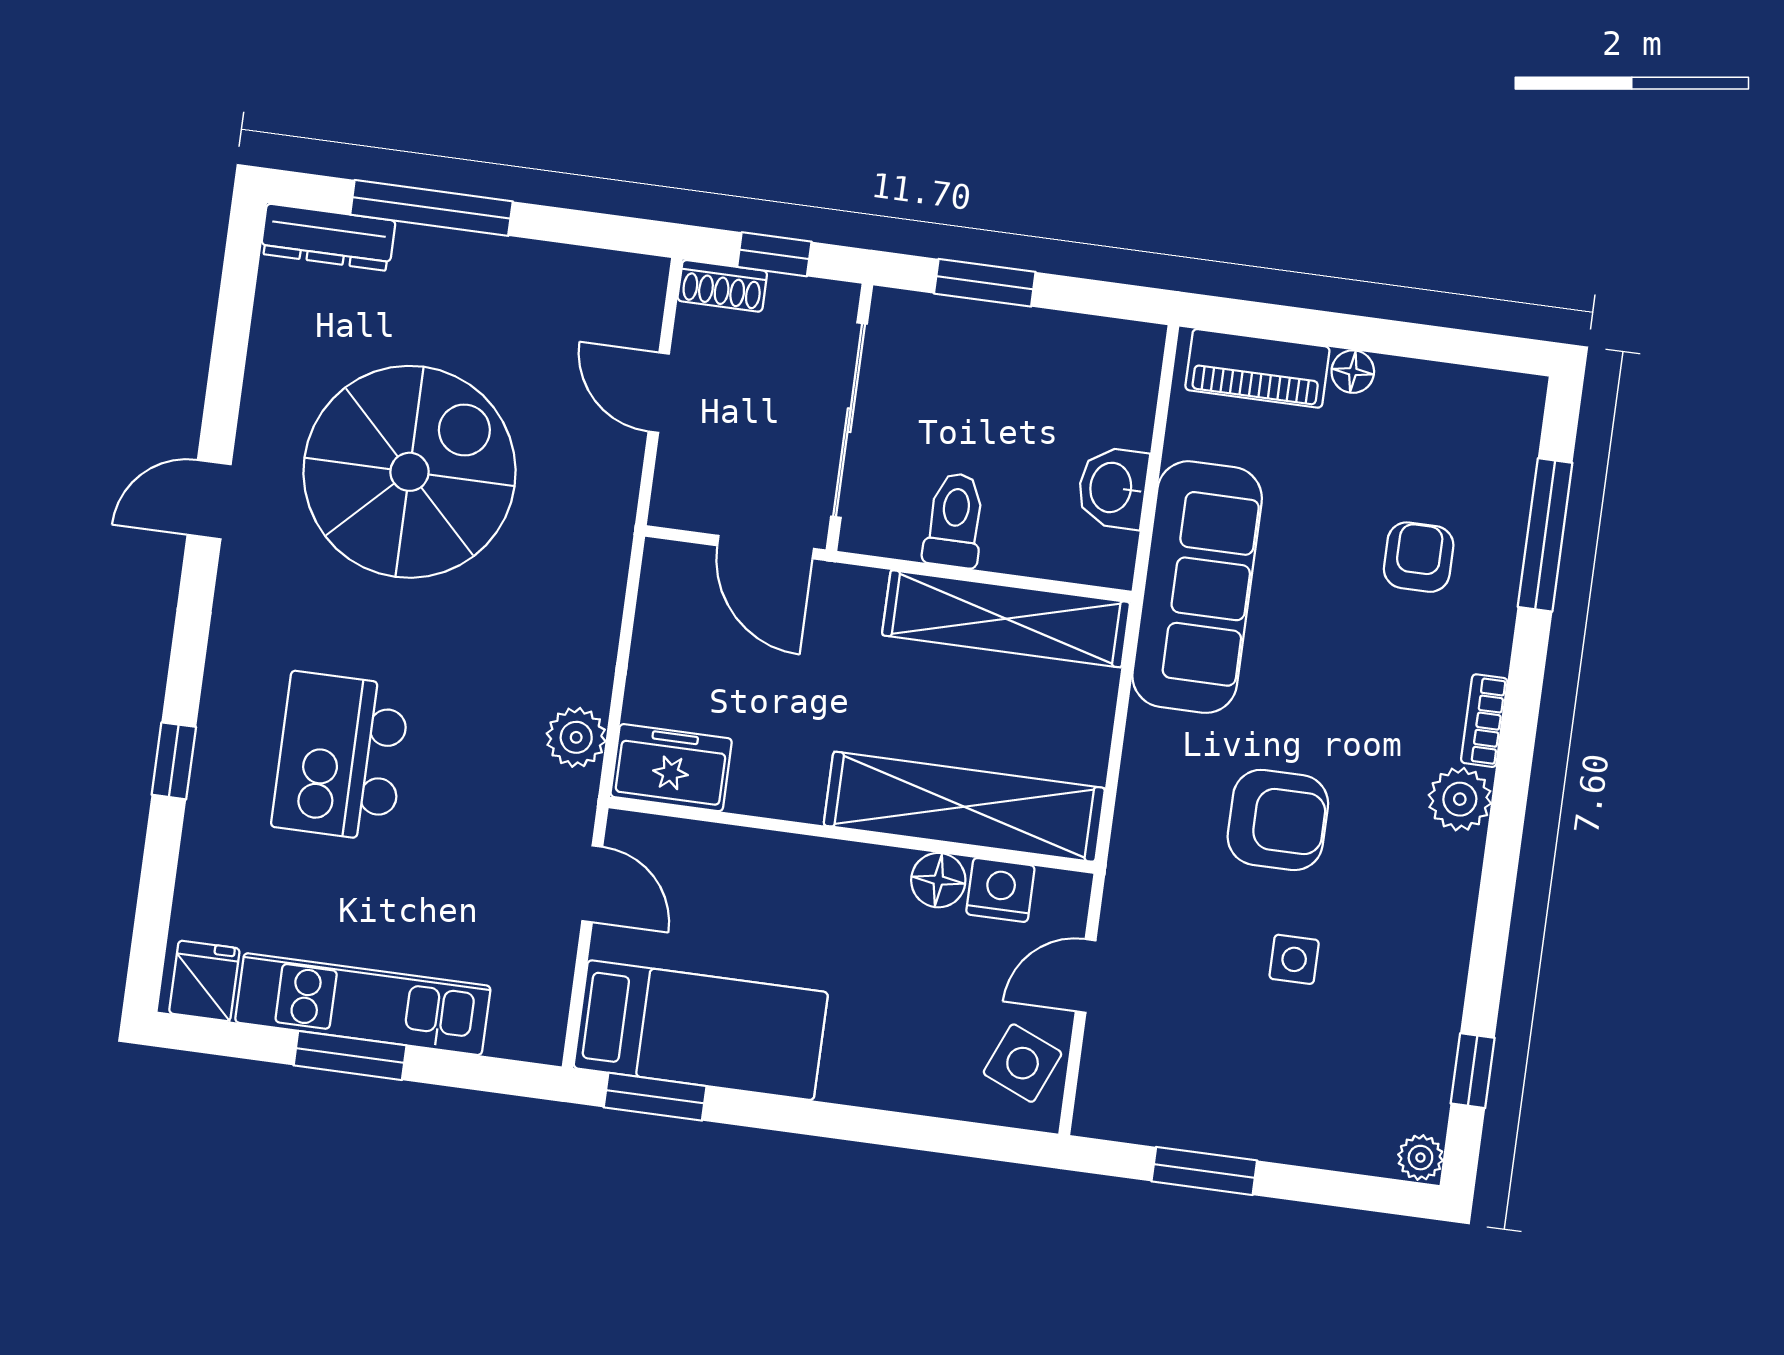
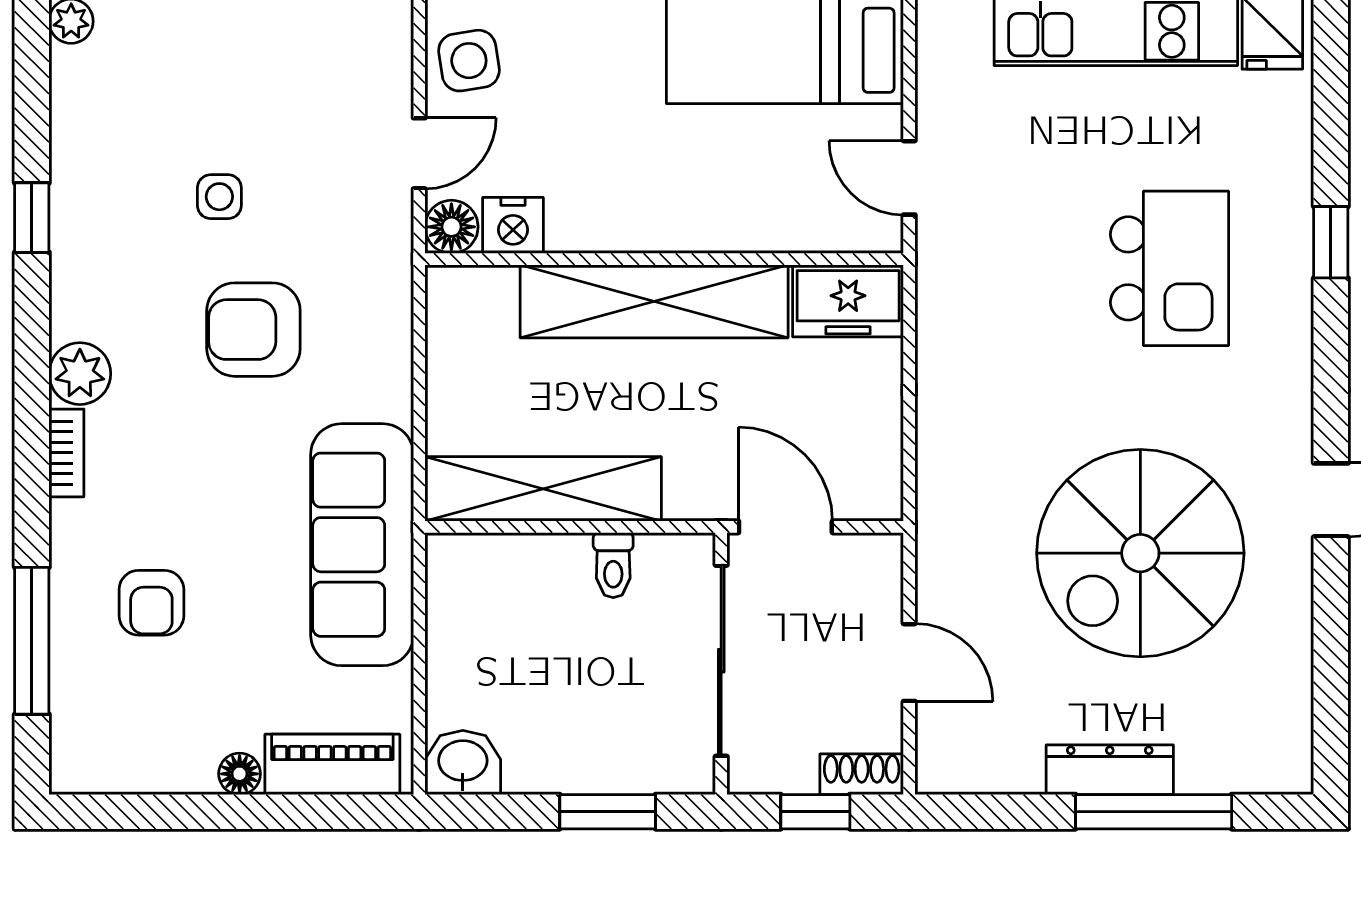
dresser: (328, 237) -> (1110, 770), moved
washbasin: (1113, 488) -> (463, 763), moved, turned -90
toilet: (955, 520) -> (613, 565), width x0.73, depth x0.72
plant: (576, 737) -> (944, 318), removed
shelving: (964, 807) -> (654, 301), moved
floor lamp: (938, 880) -> (451, 227), moved
side table: (1023, 1063) -> (469, 61), turned -32
window: (1473, 1071) -> (32, 218), moved

